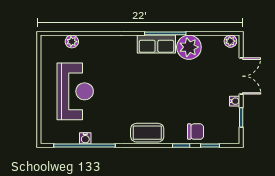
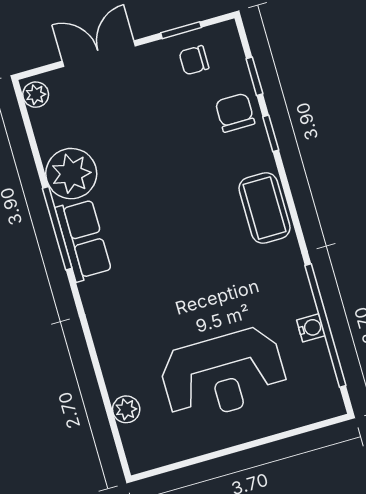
reception desk: (75, 91) -> (223, 374), turned 180
water cooler: (235, 101) -> (152, 52), removed
chair: (225, 119) -> (194, 60), added

